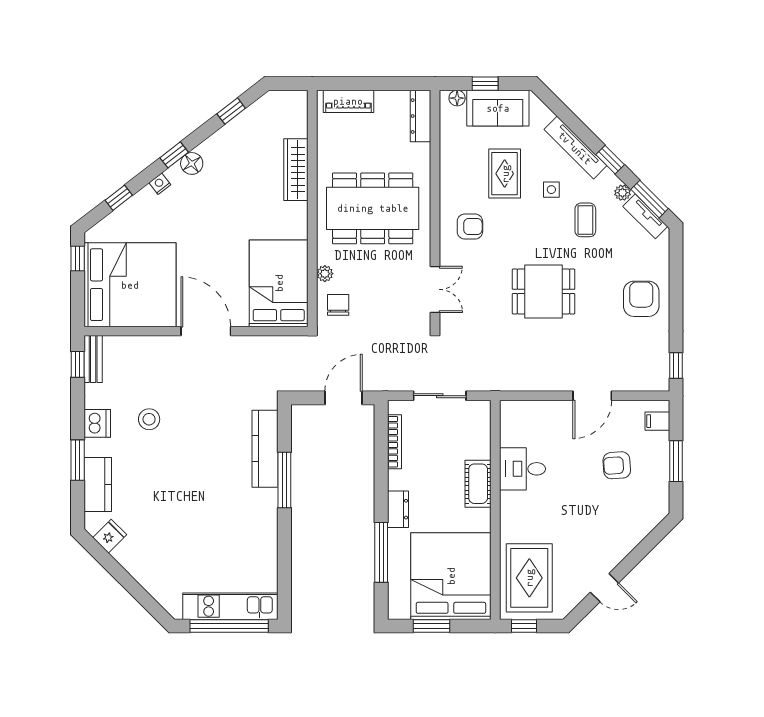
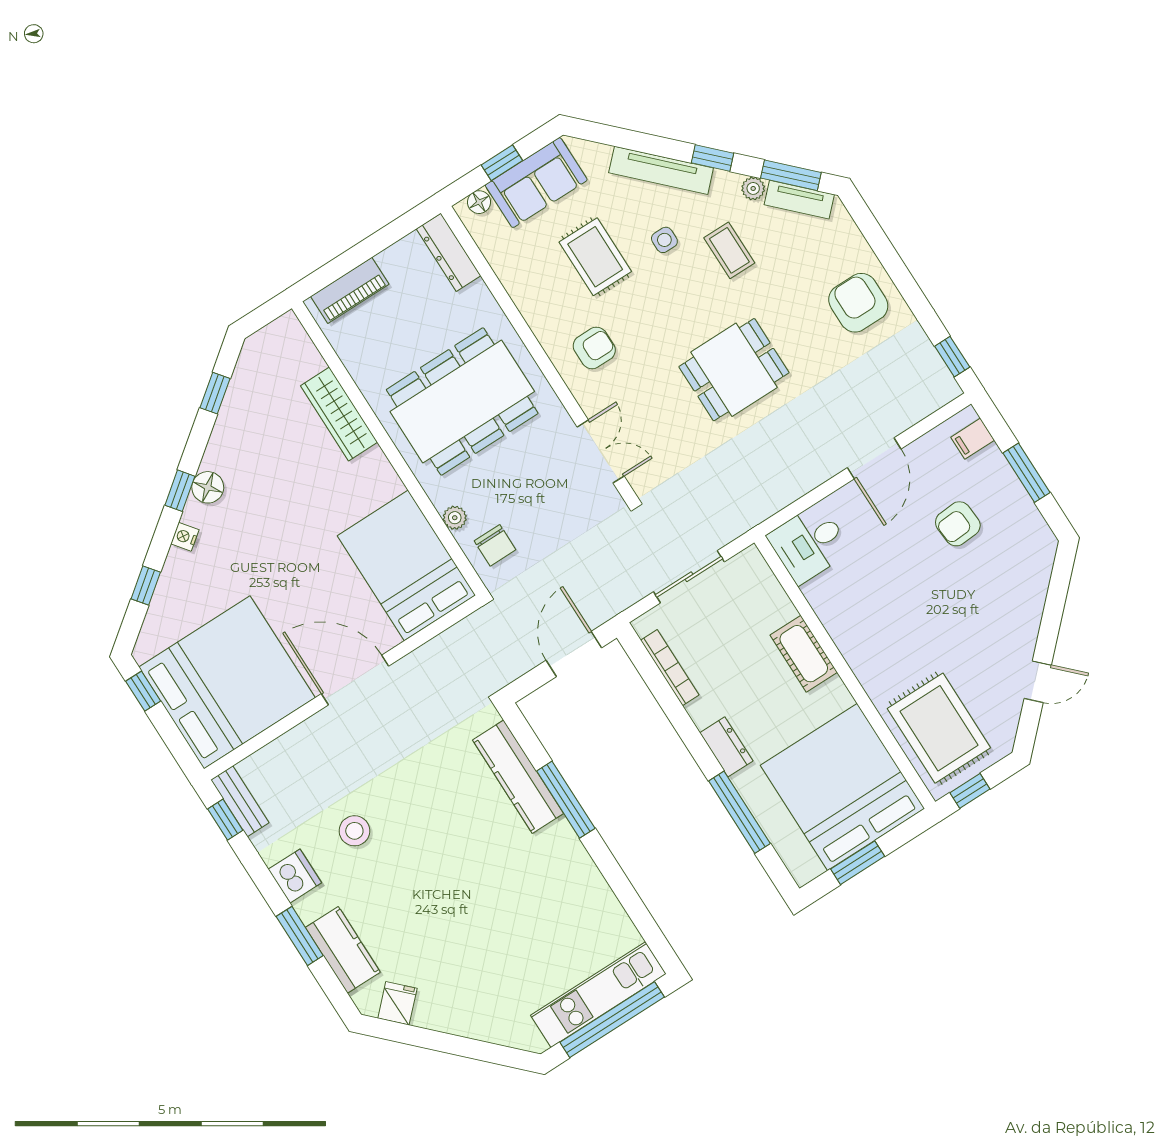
chair: (338, 305) -> (495, 545), turned 180
desk: (522, 469) -> (809, 544), moved

